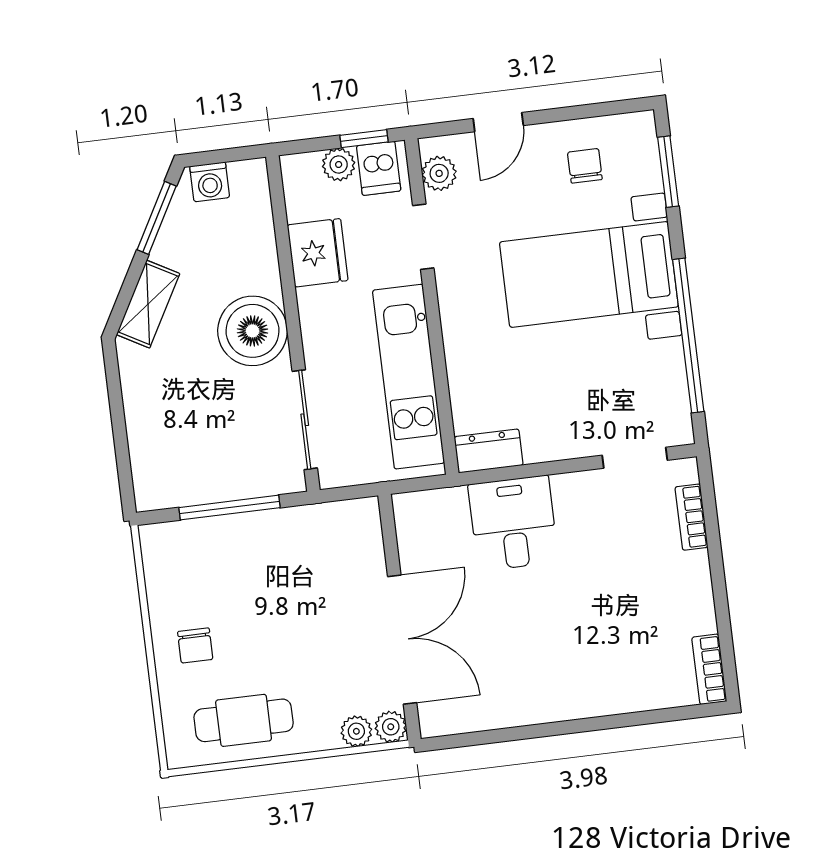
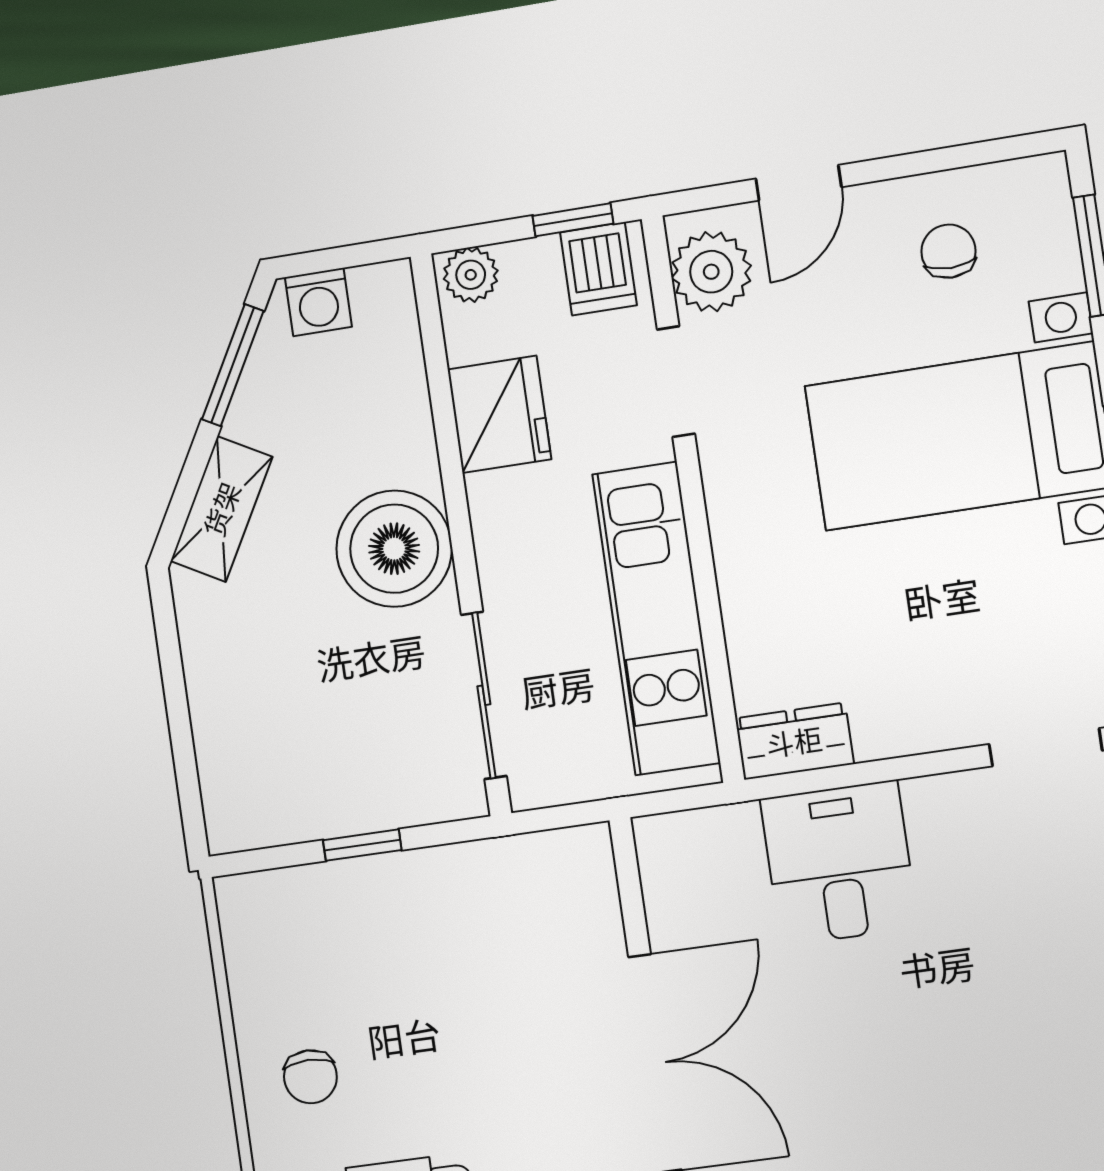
plant: (339, 165) -> (471, 275), moved
plant: (439, 173) -> (711, 272), width x1.38, depth x1.38
window: (230, 508) -> (362, 845), width x0.46

